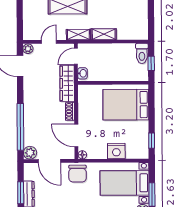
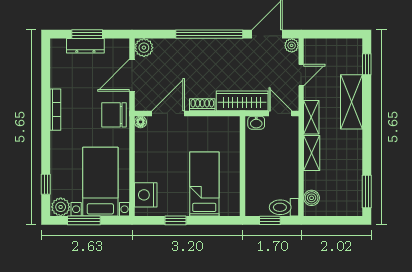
boiler: (135, 34) -> (312, 198), added
door: (49, 42) -> (301, 75), hinge flipped
bed: (126, 105) -> (204, 184), width x0.67
window: (20, 127) -> (209, 34), moved
window: (152, 141) -> (175, 220), moved
nightstand: (116, 151) -> (146, 195), moved

